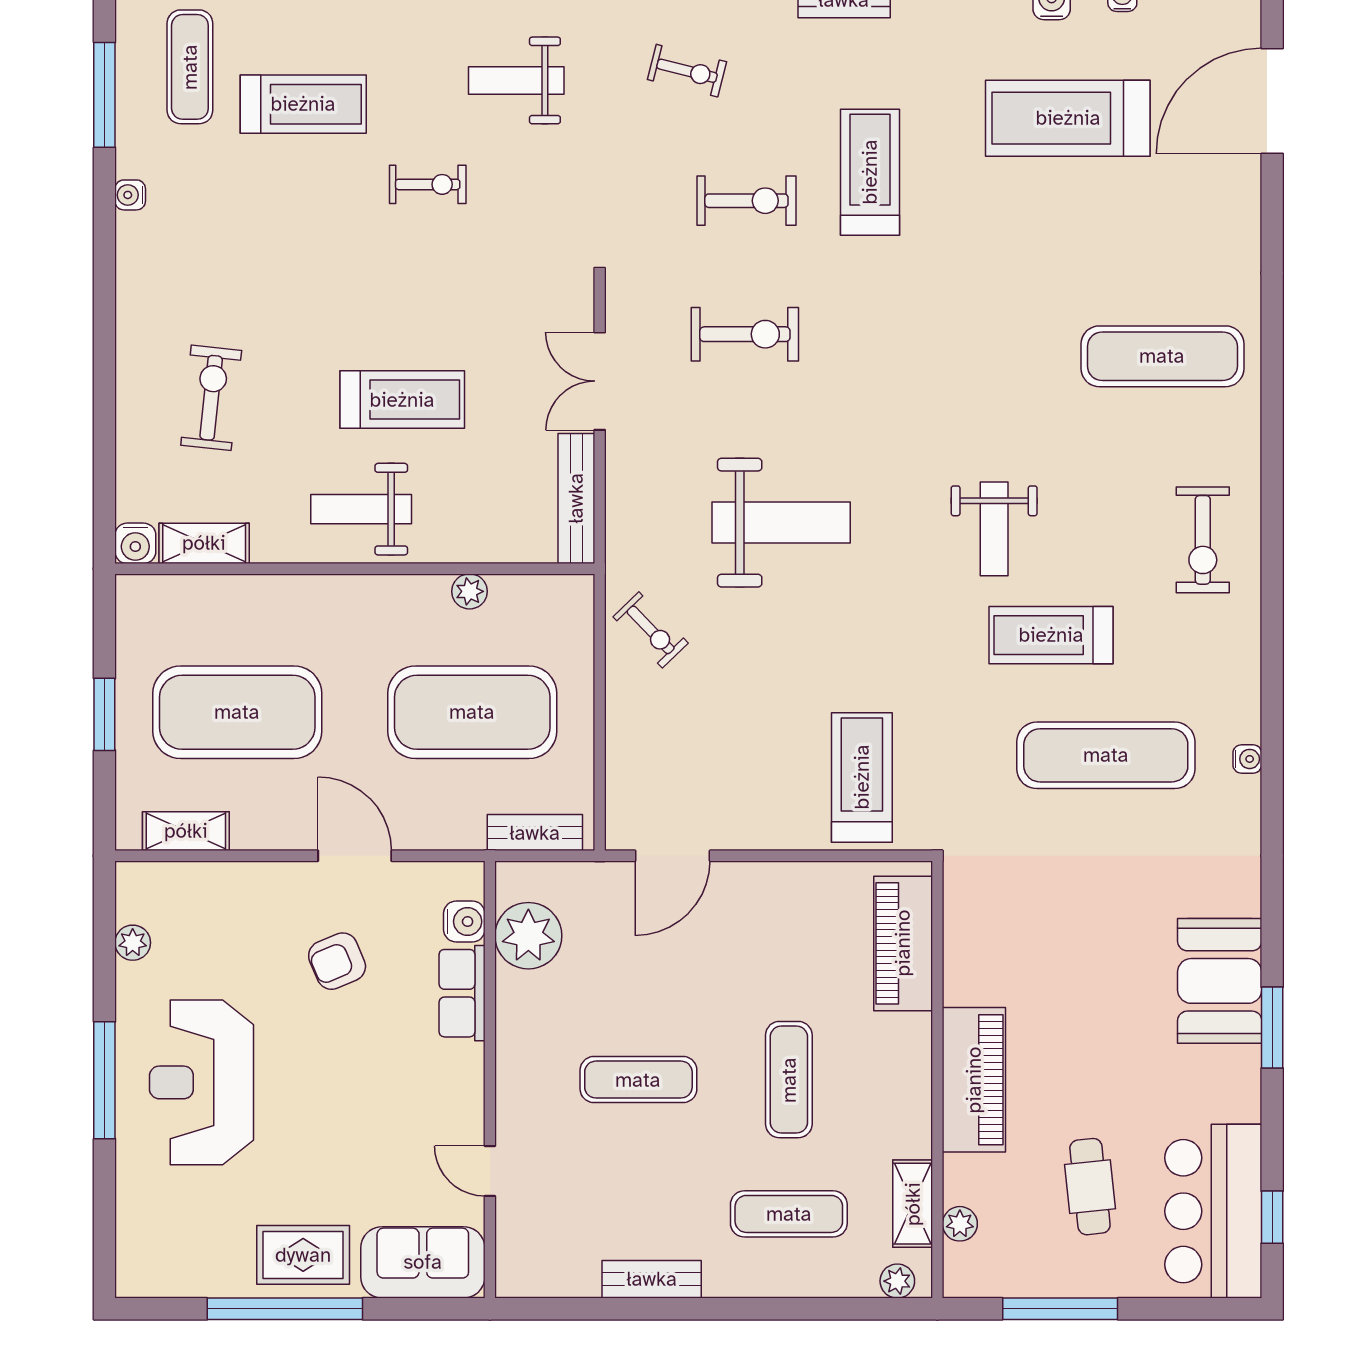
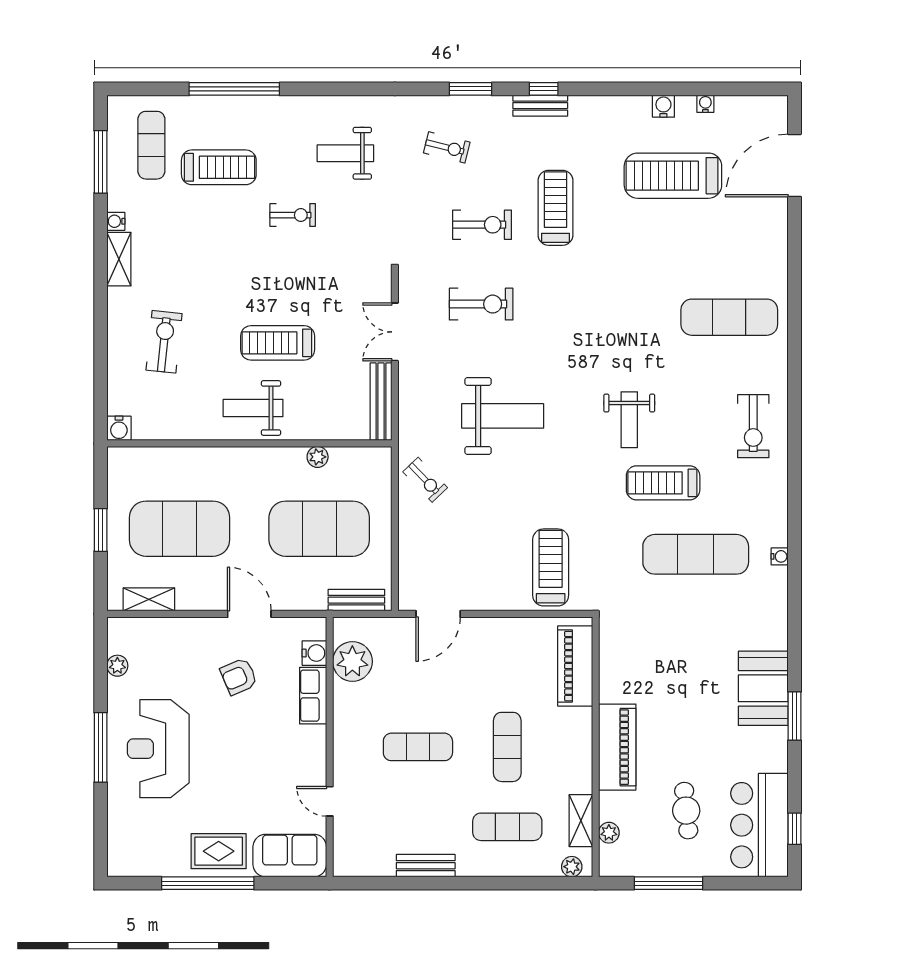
treadmill: (402, 400) -> (278, 343), turned 180
shelving: (204, 543) -> (119, 259), moved, turned 90

